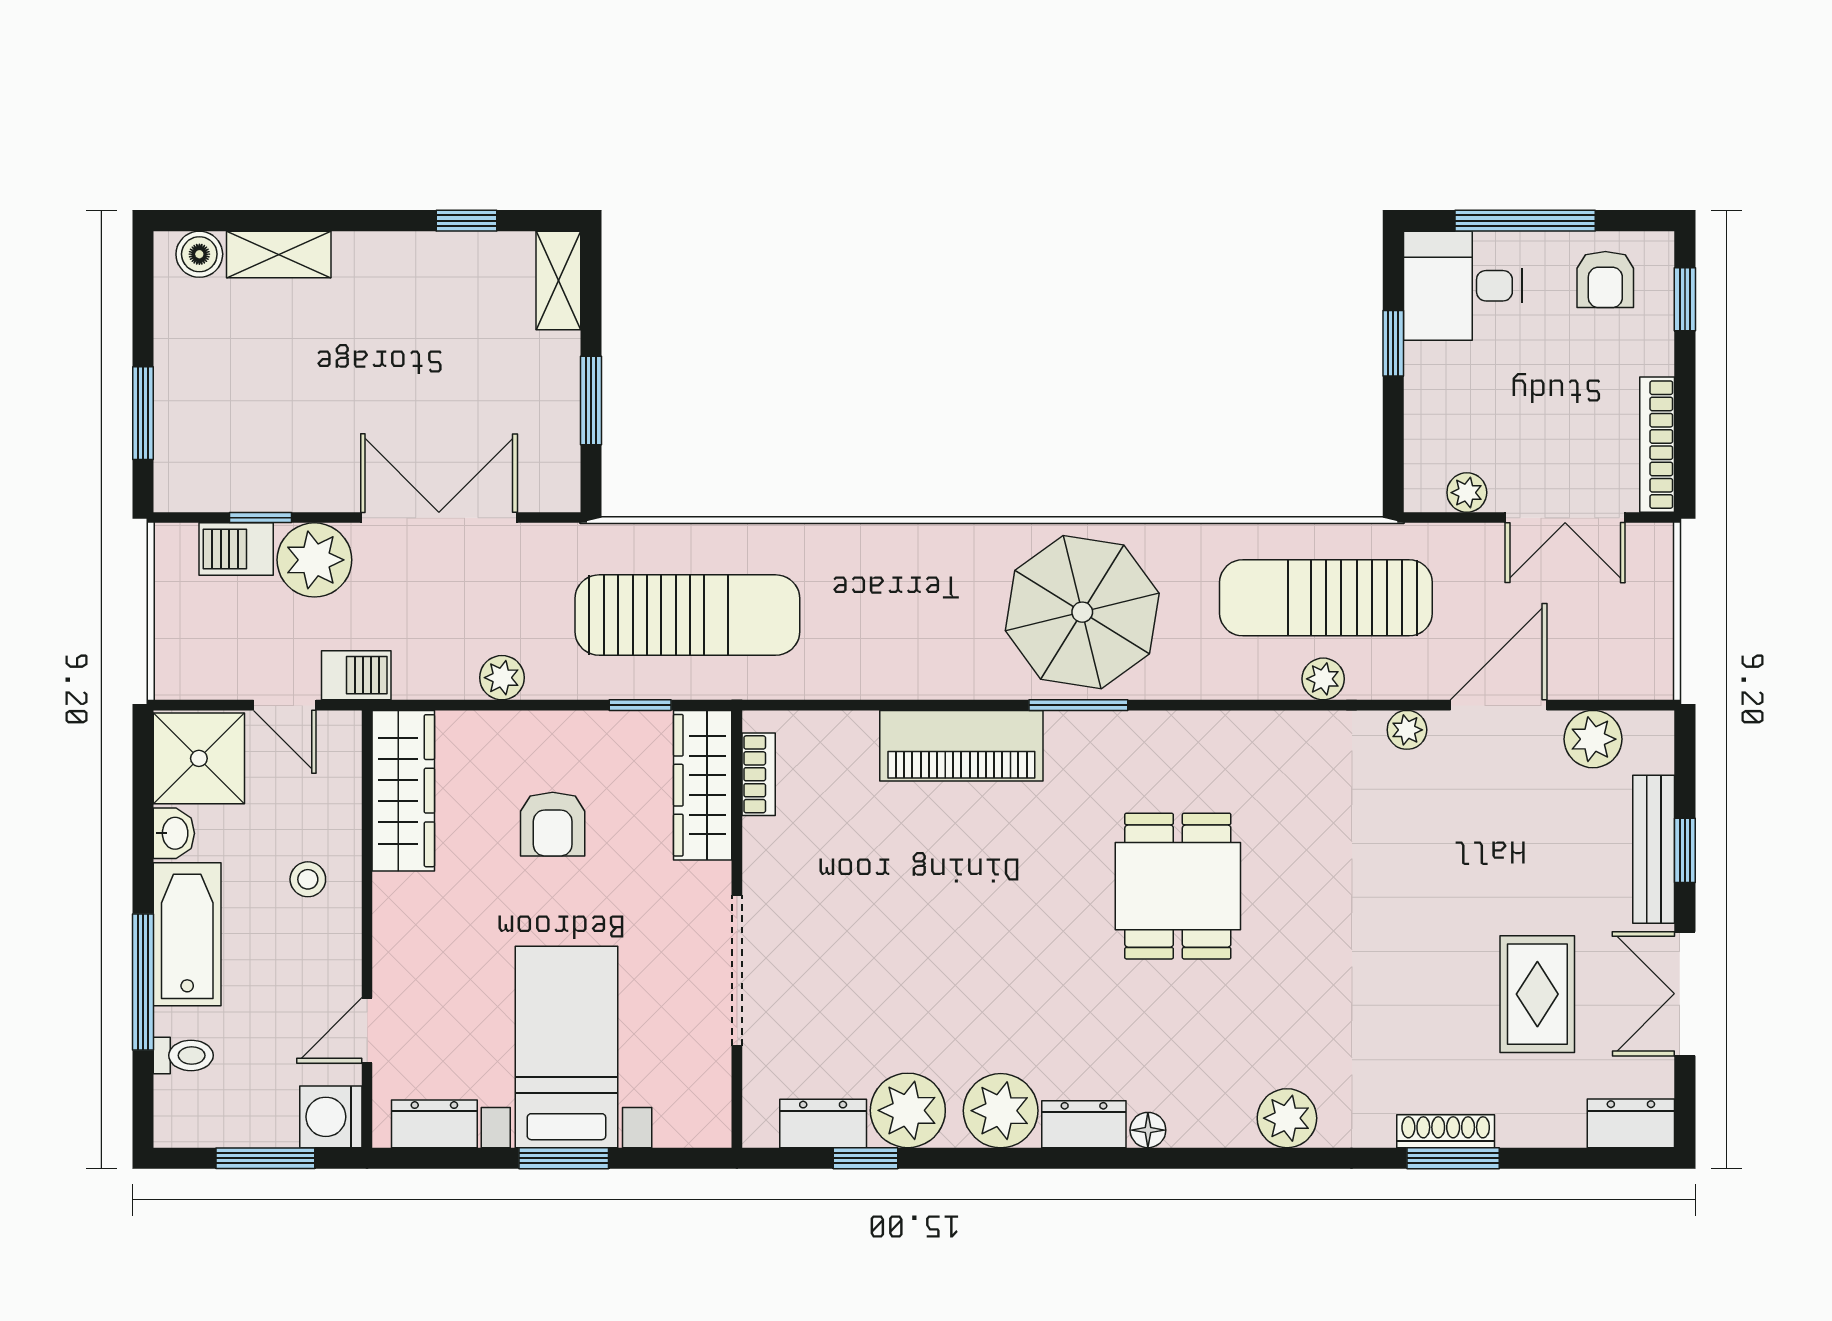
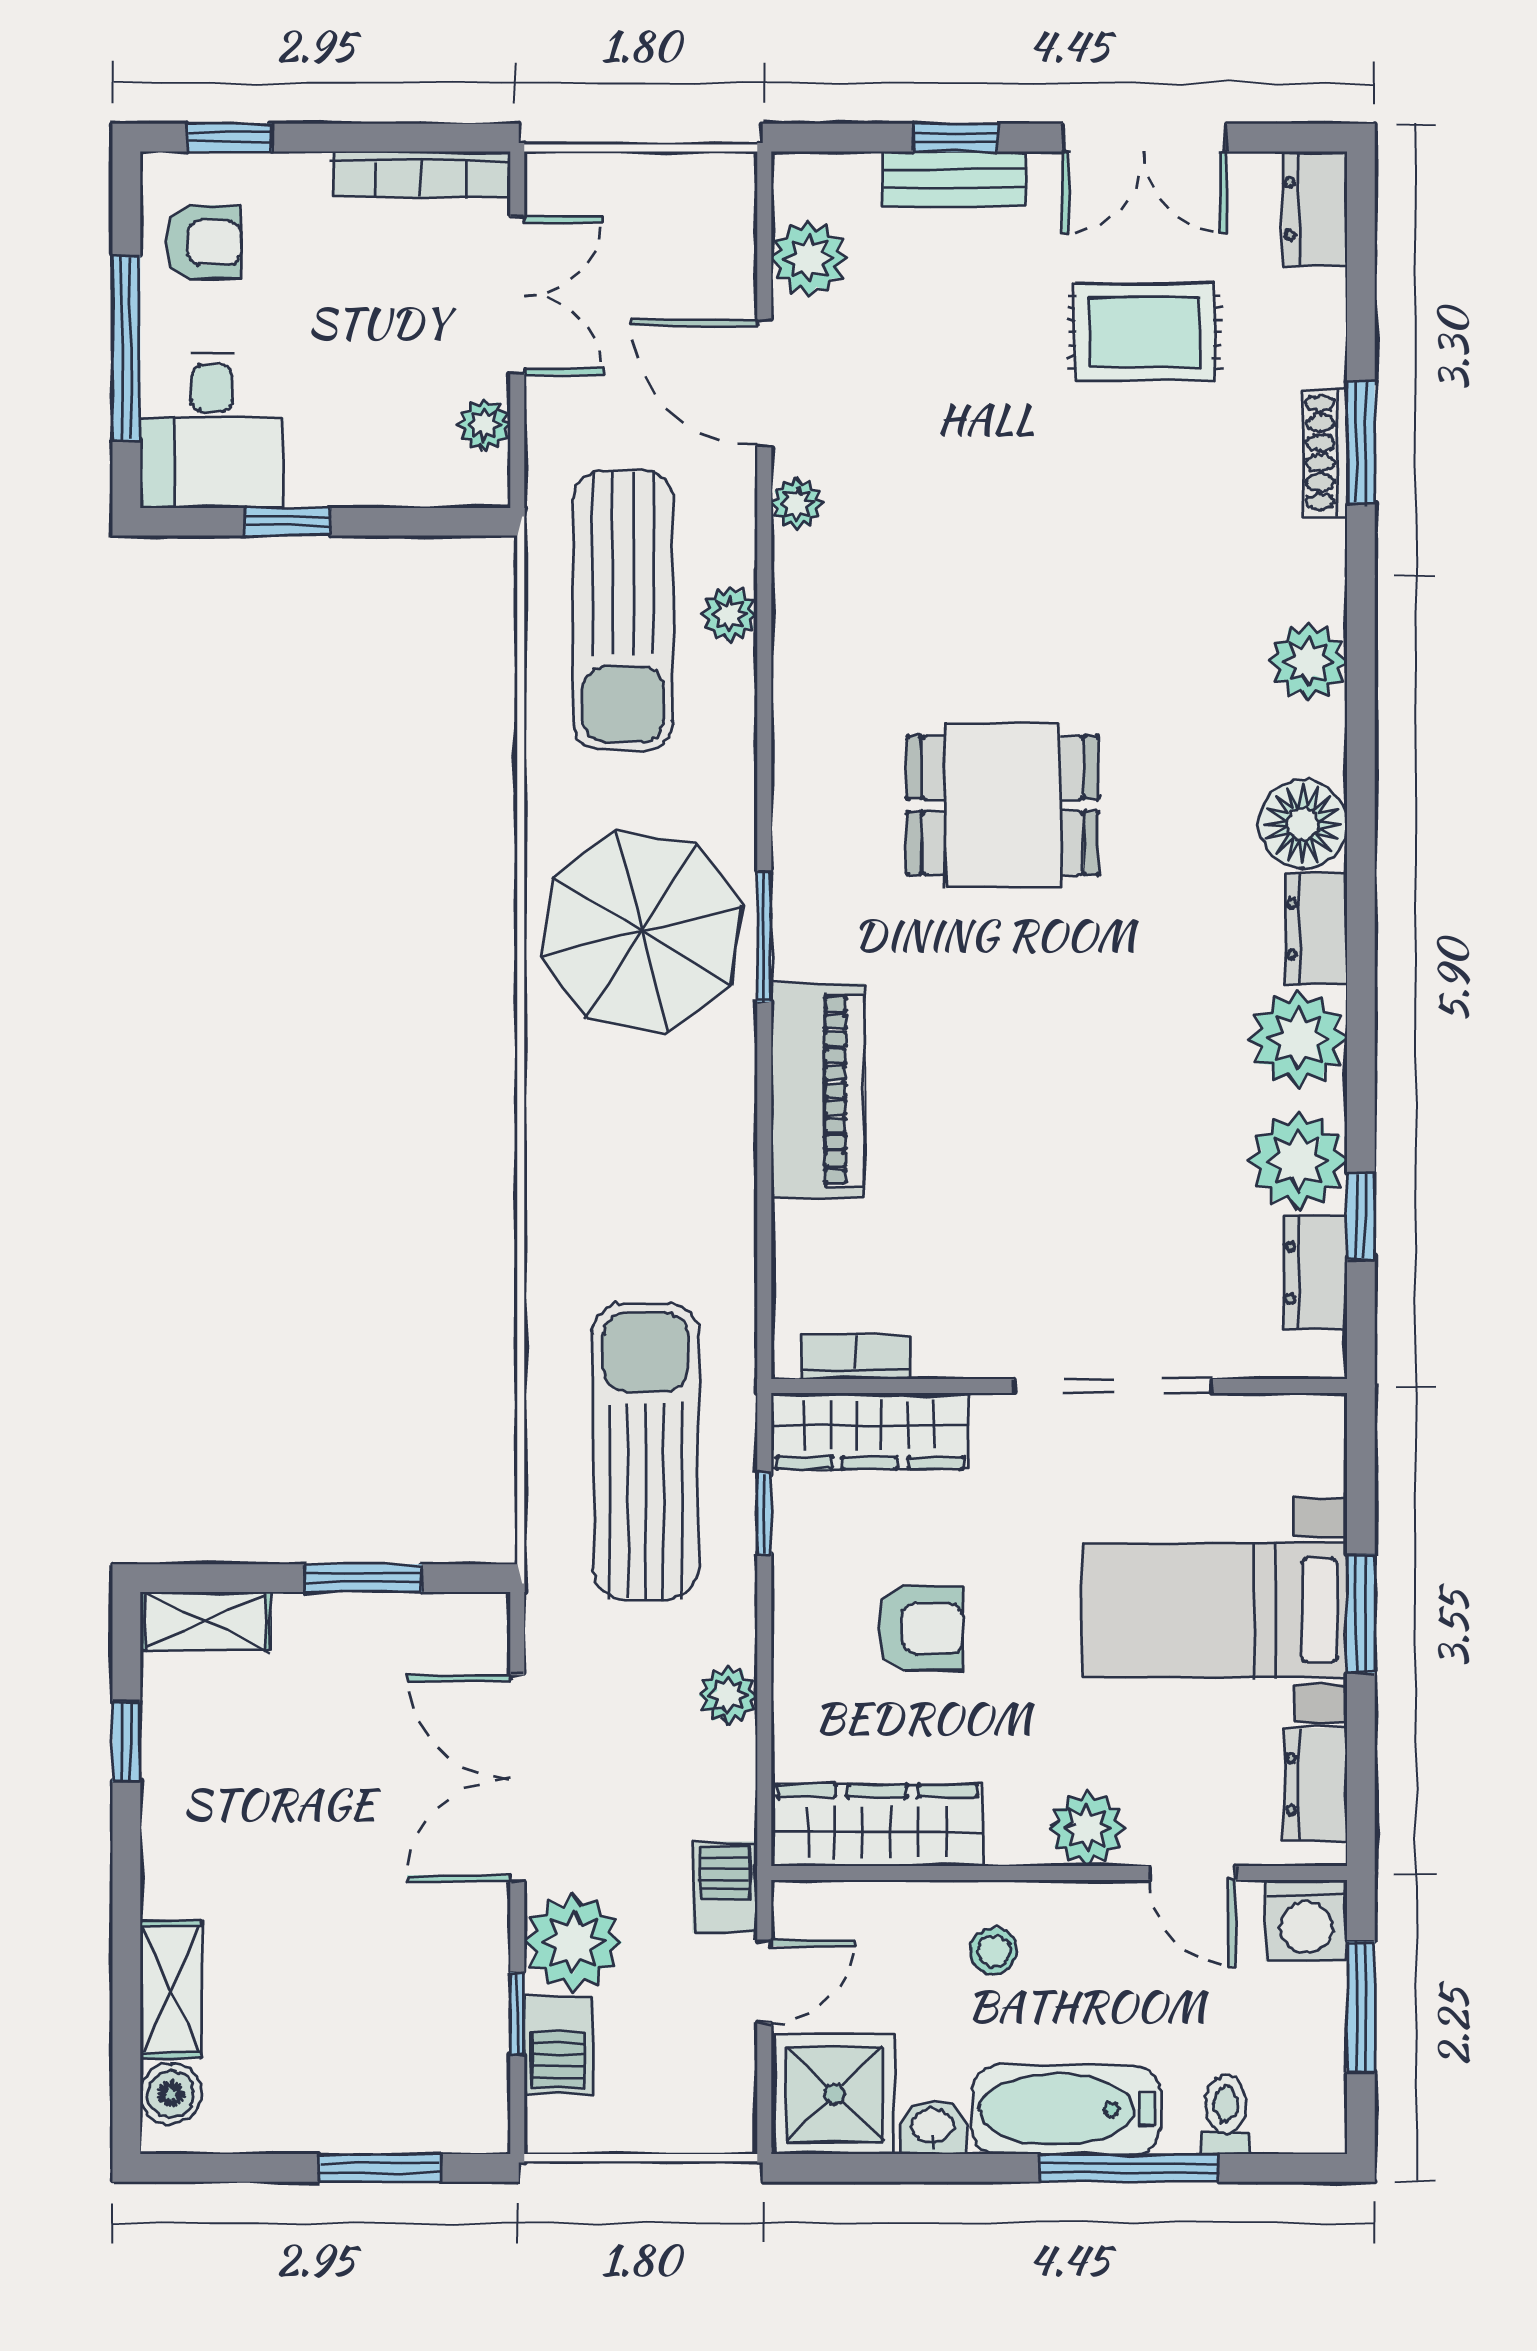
bench: (1654, 849) -> (954, 179), width x0.73
plant: (401, 950) -> (1087, 1828), added
floor lamp: (1148, 1130) -> (1303, 824), width x1.89, depth x1.89

